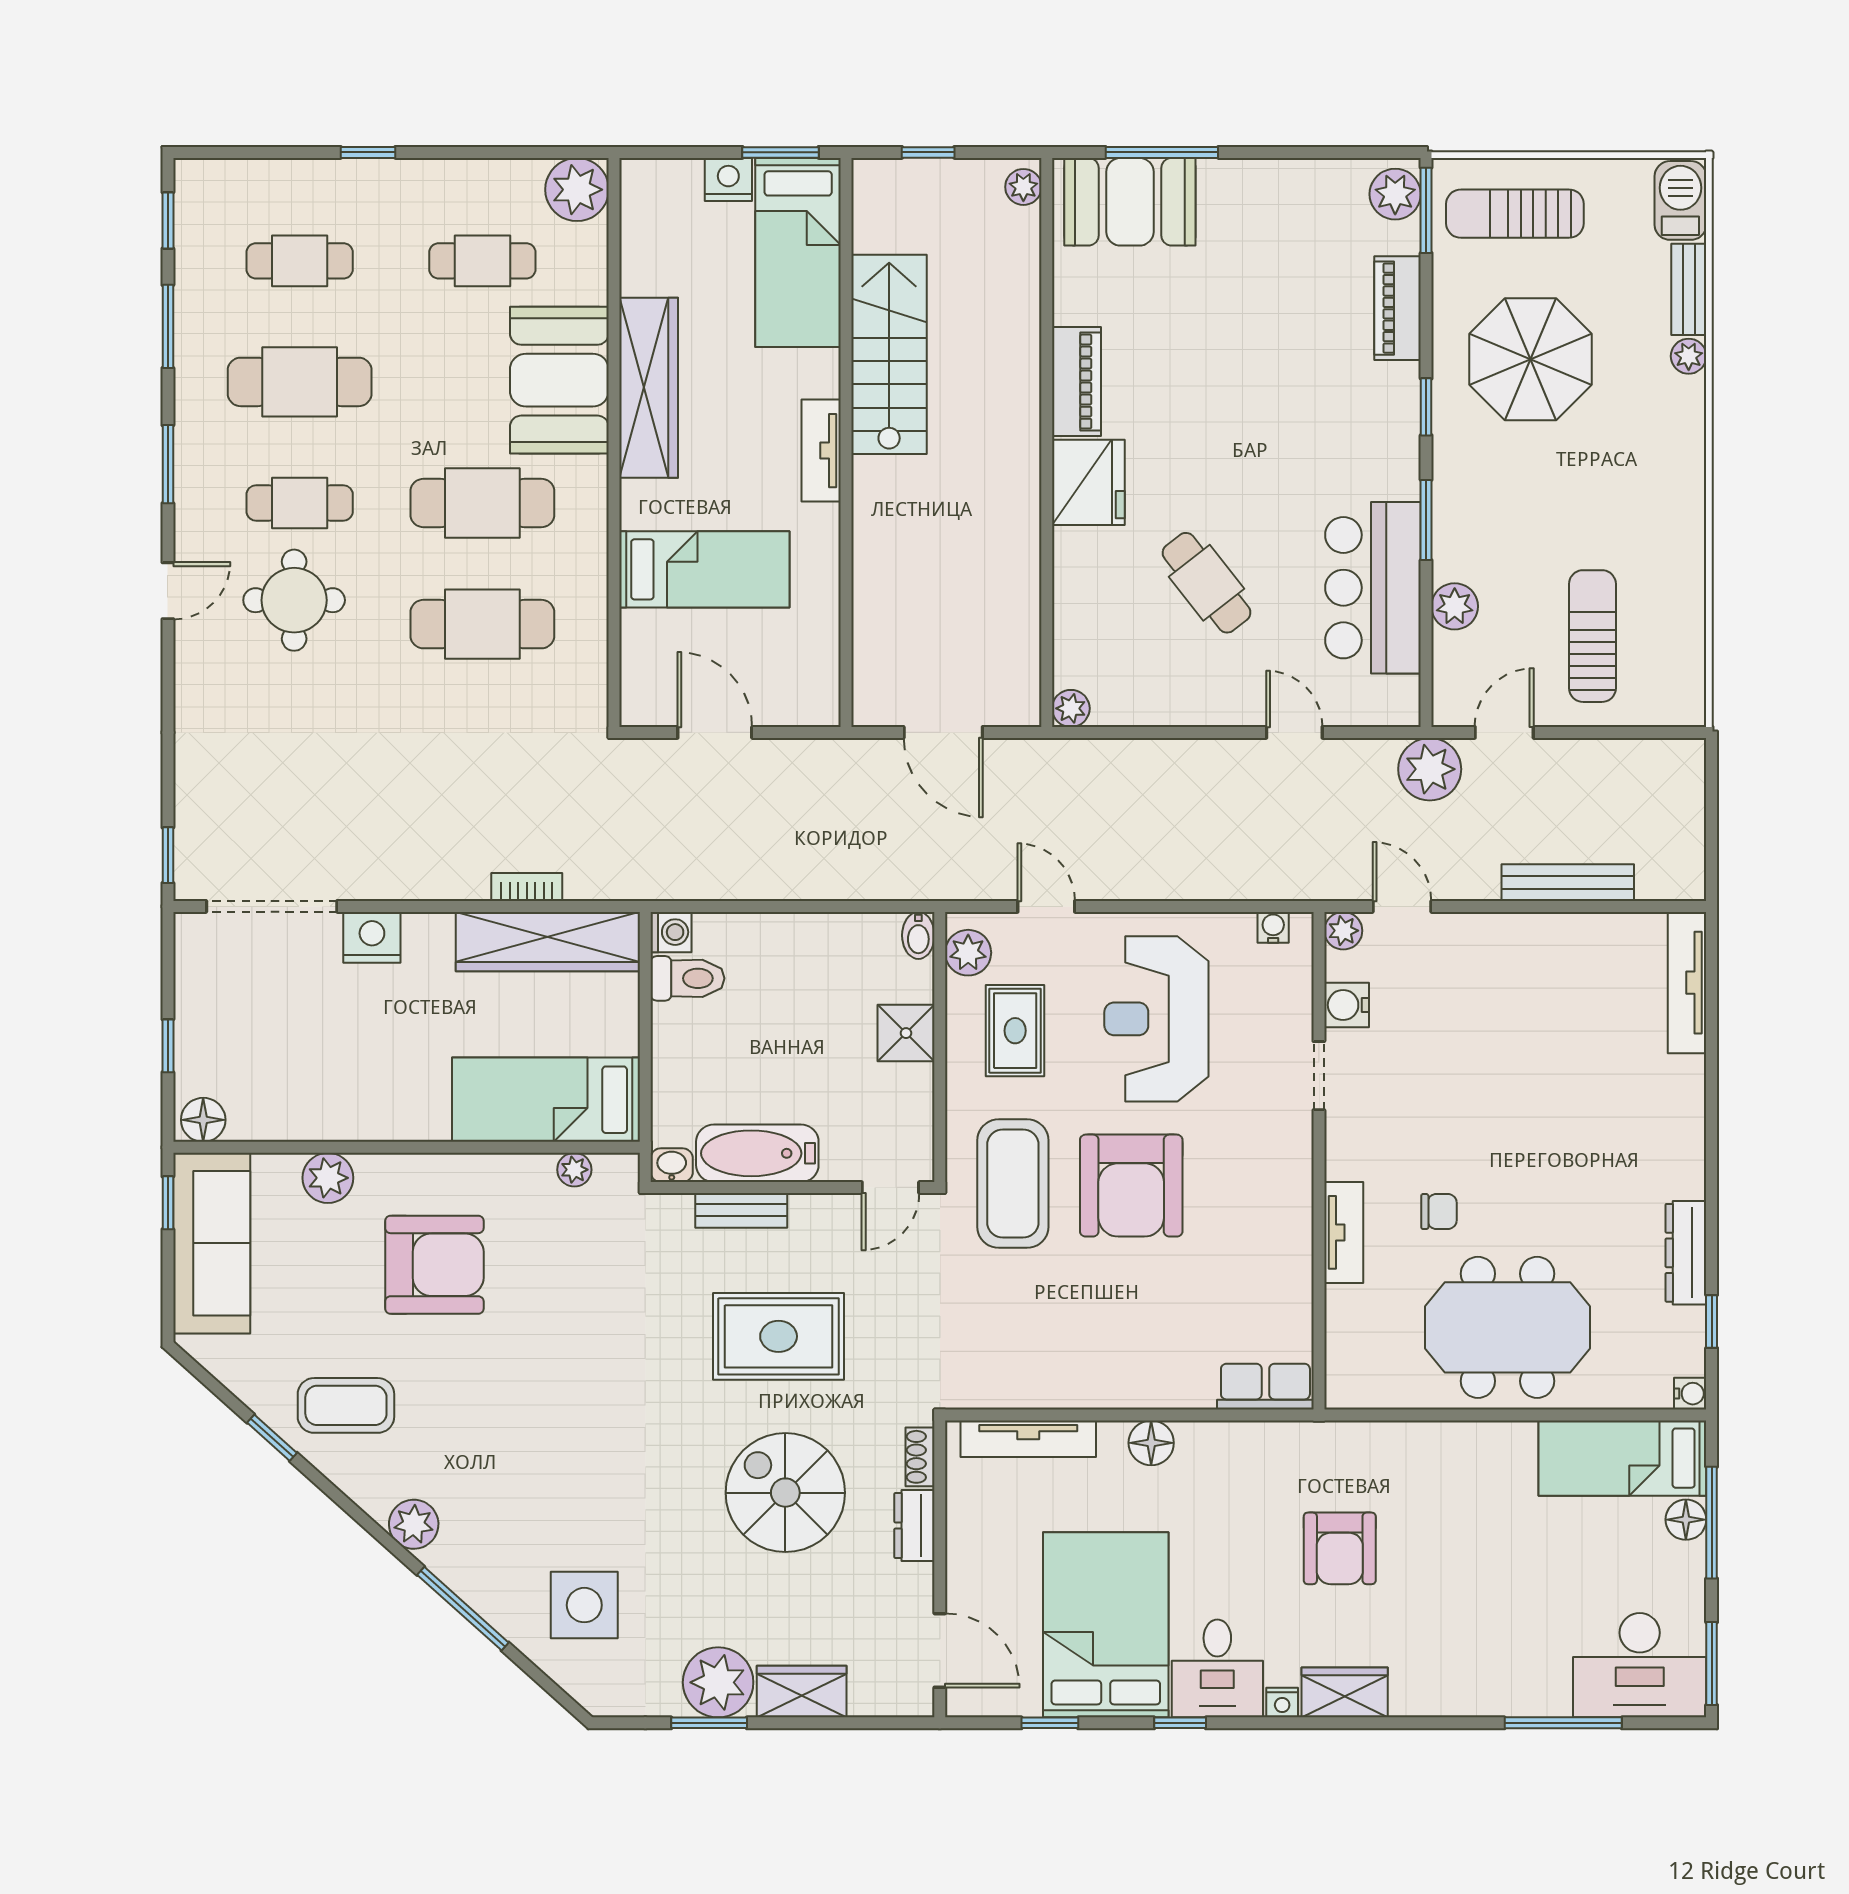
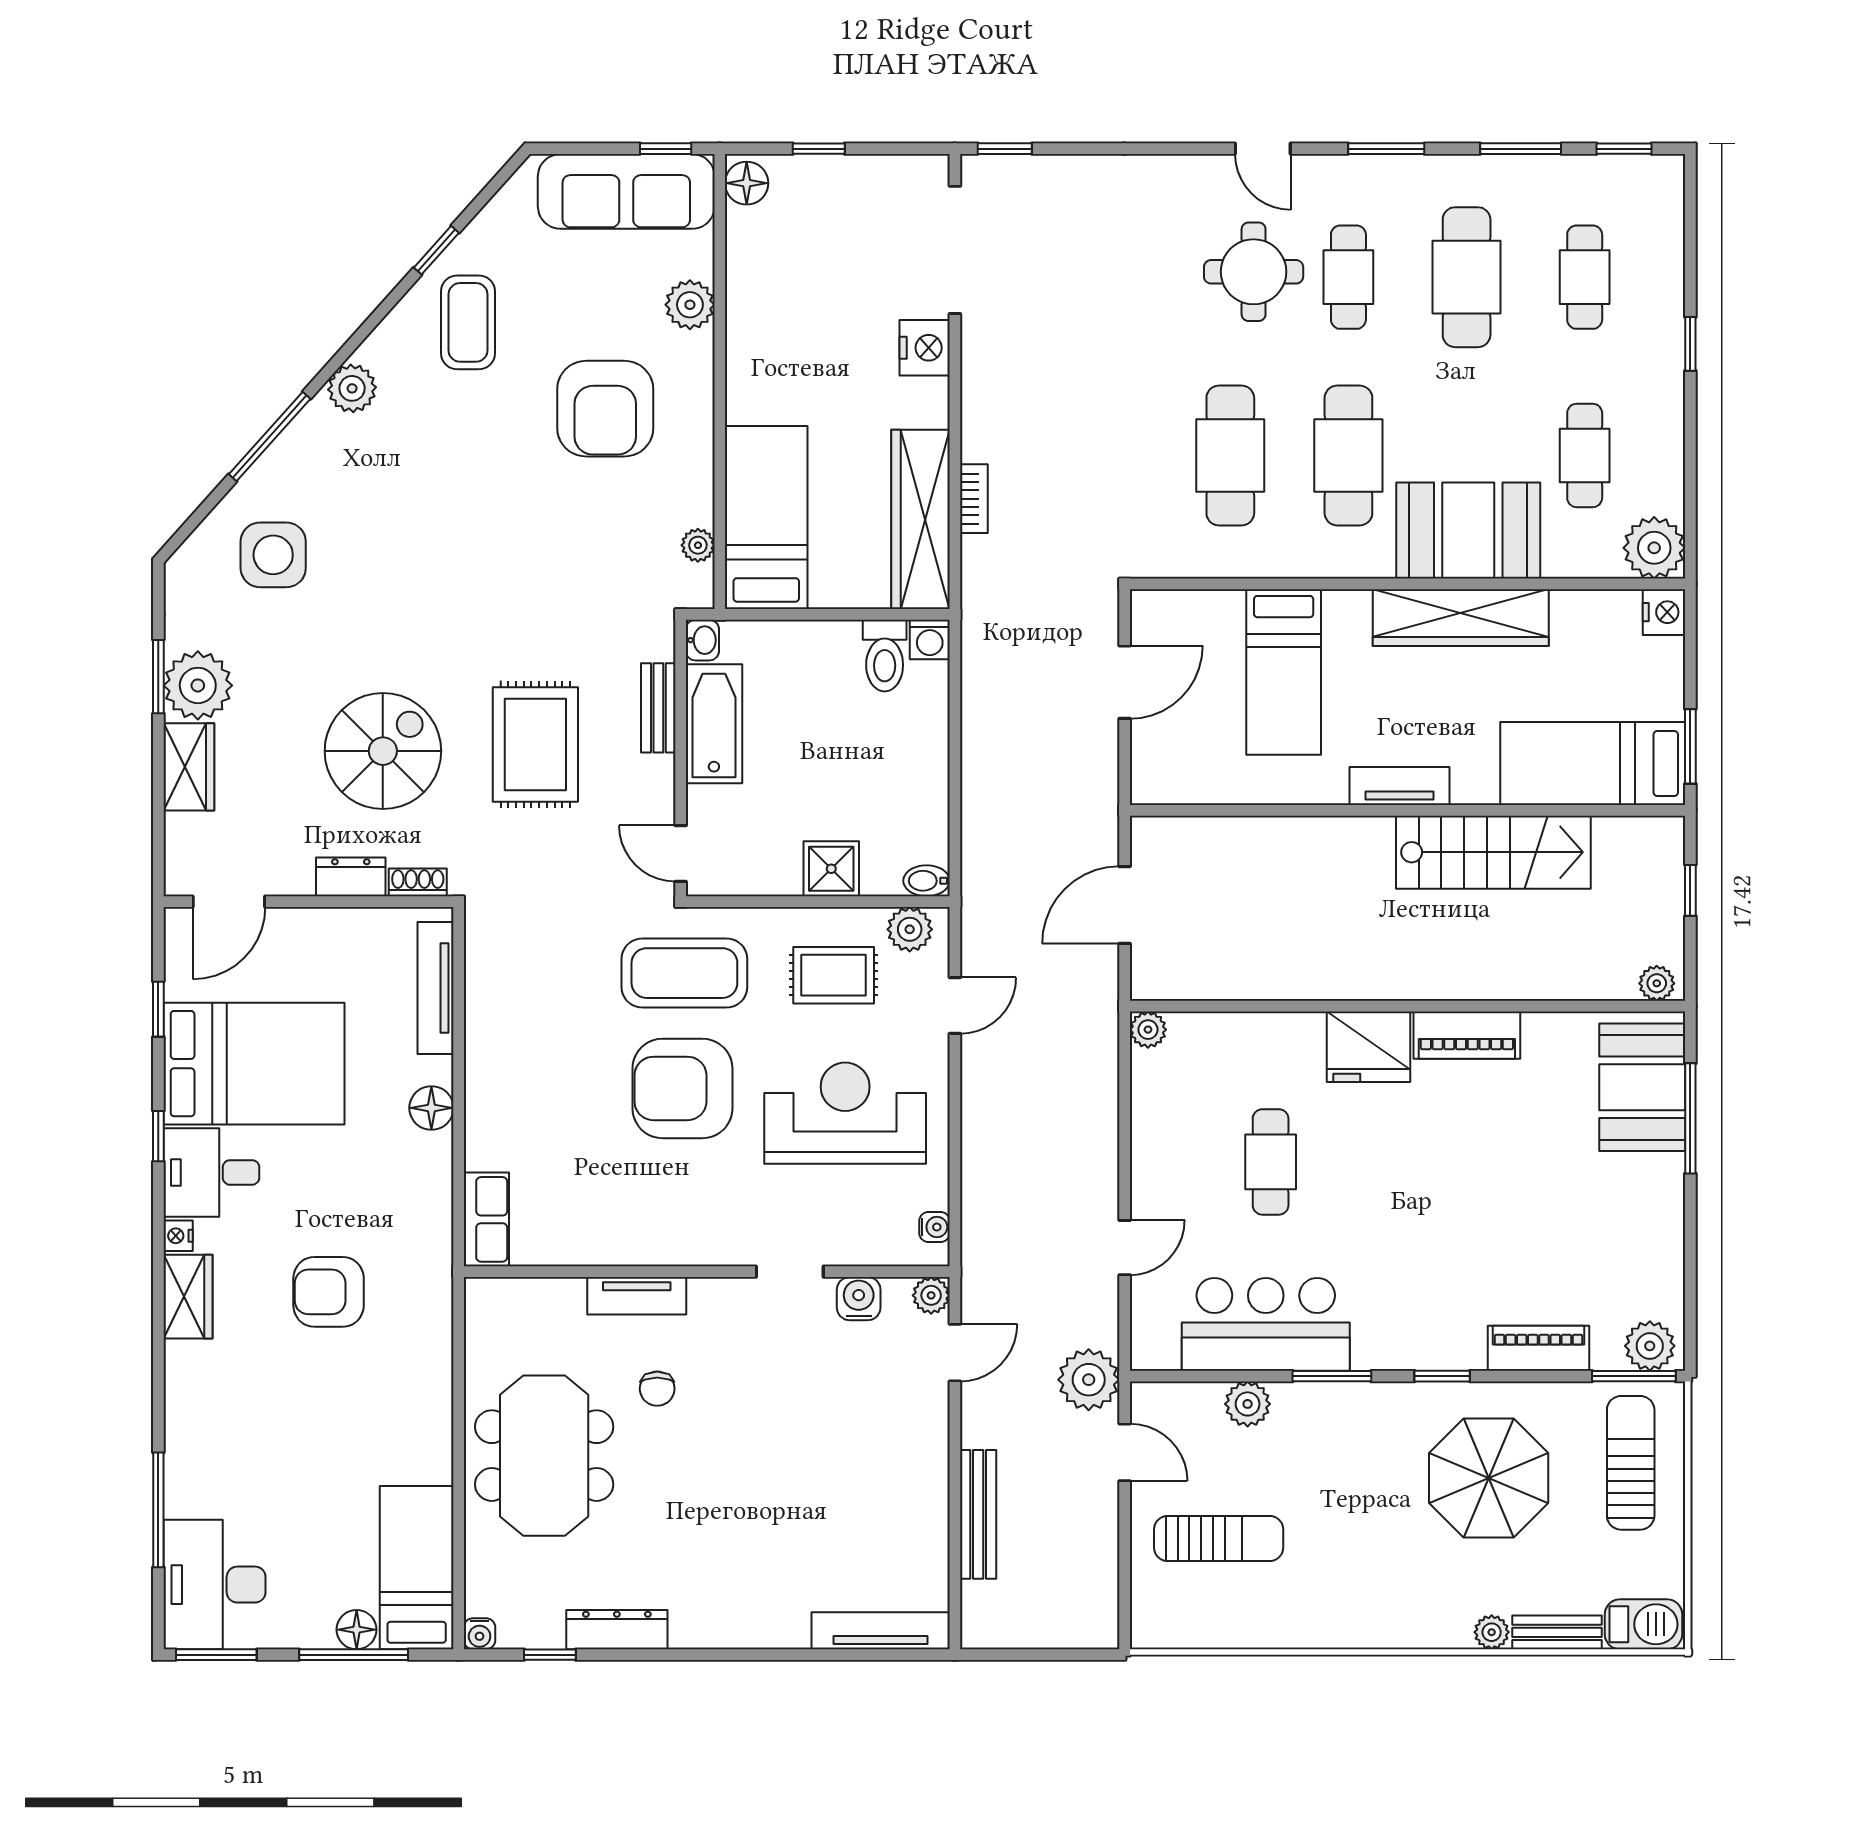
nightstand: (728, 180) -> (1664, 612), moved
cafe table: (1207, 583) -> (1271, 1162), turned -52

